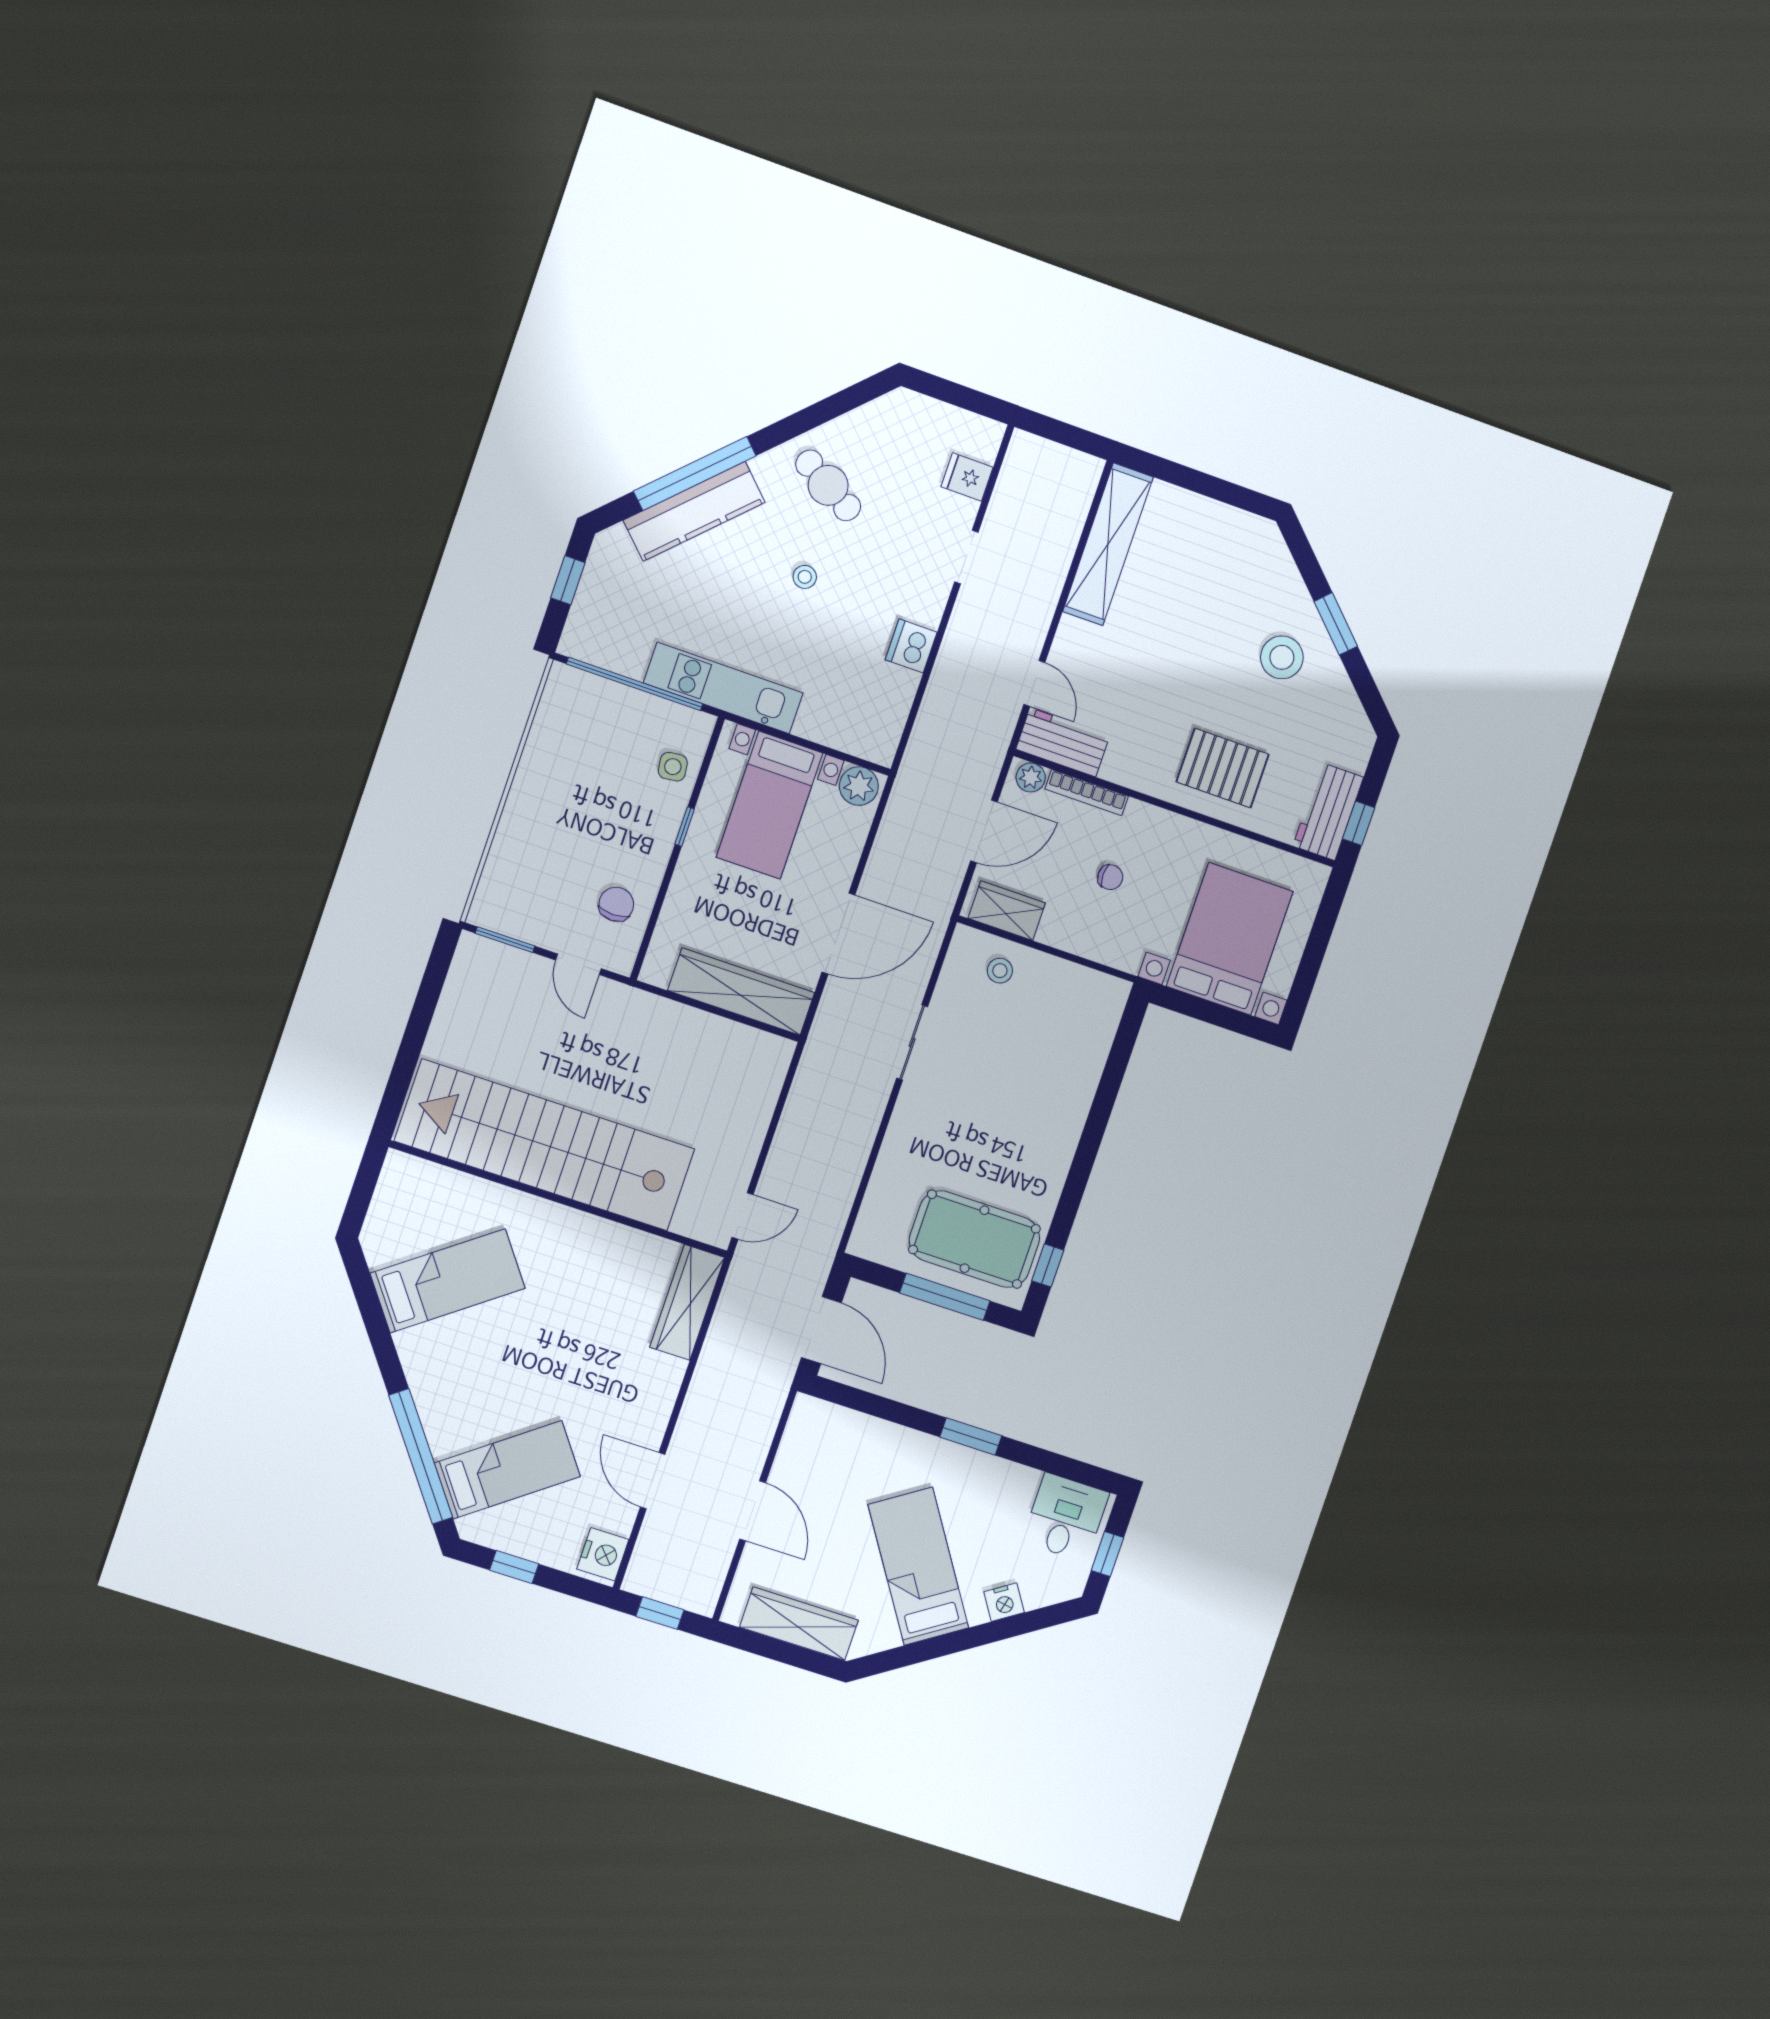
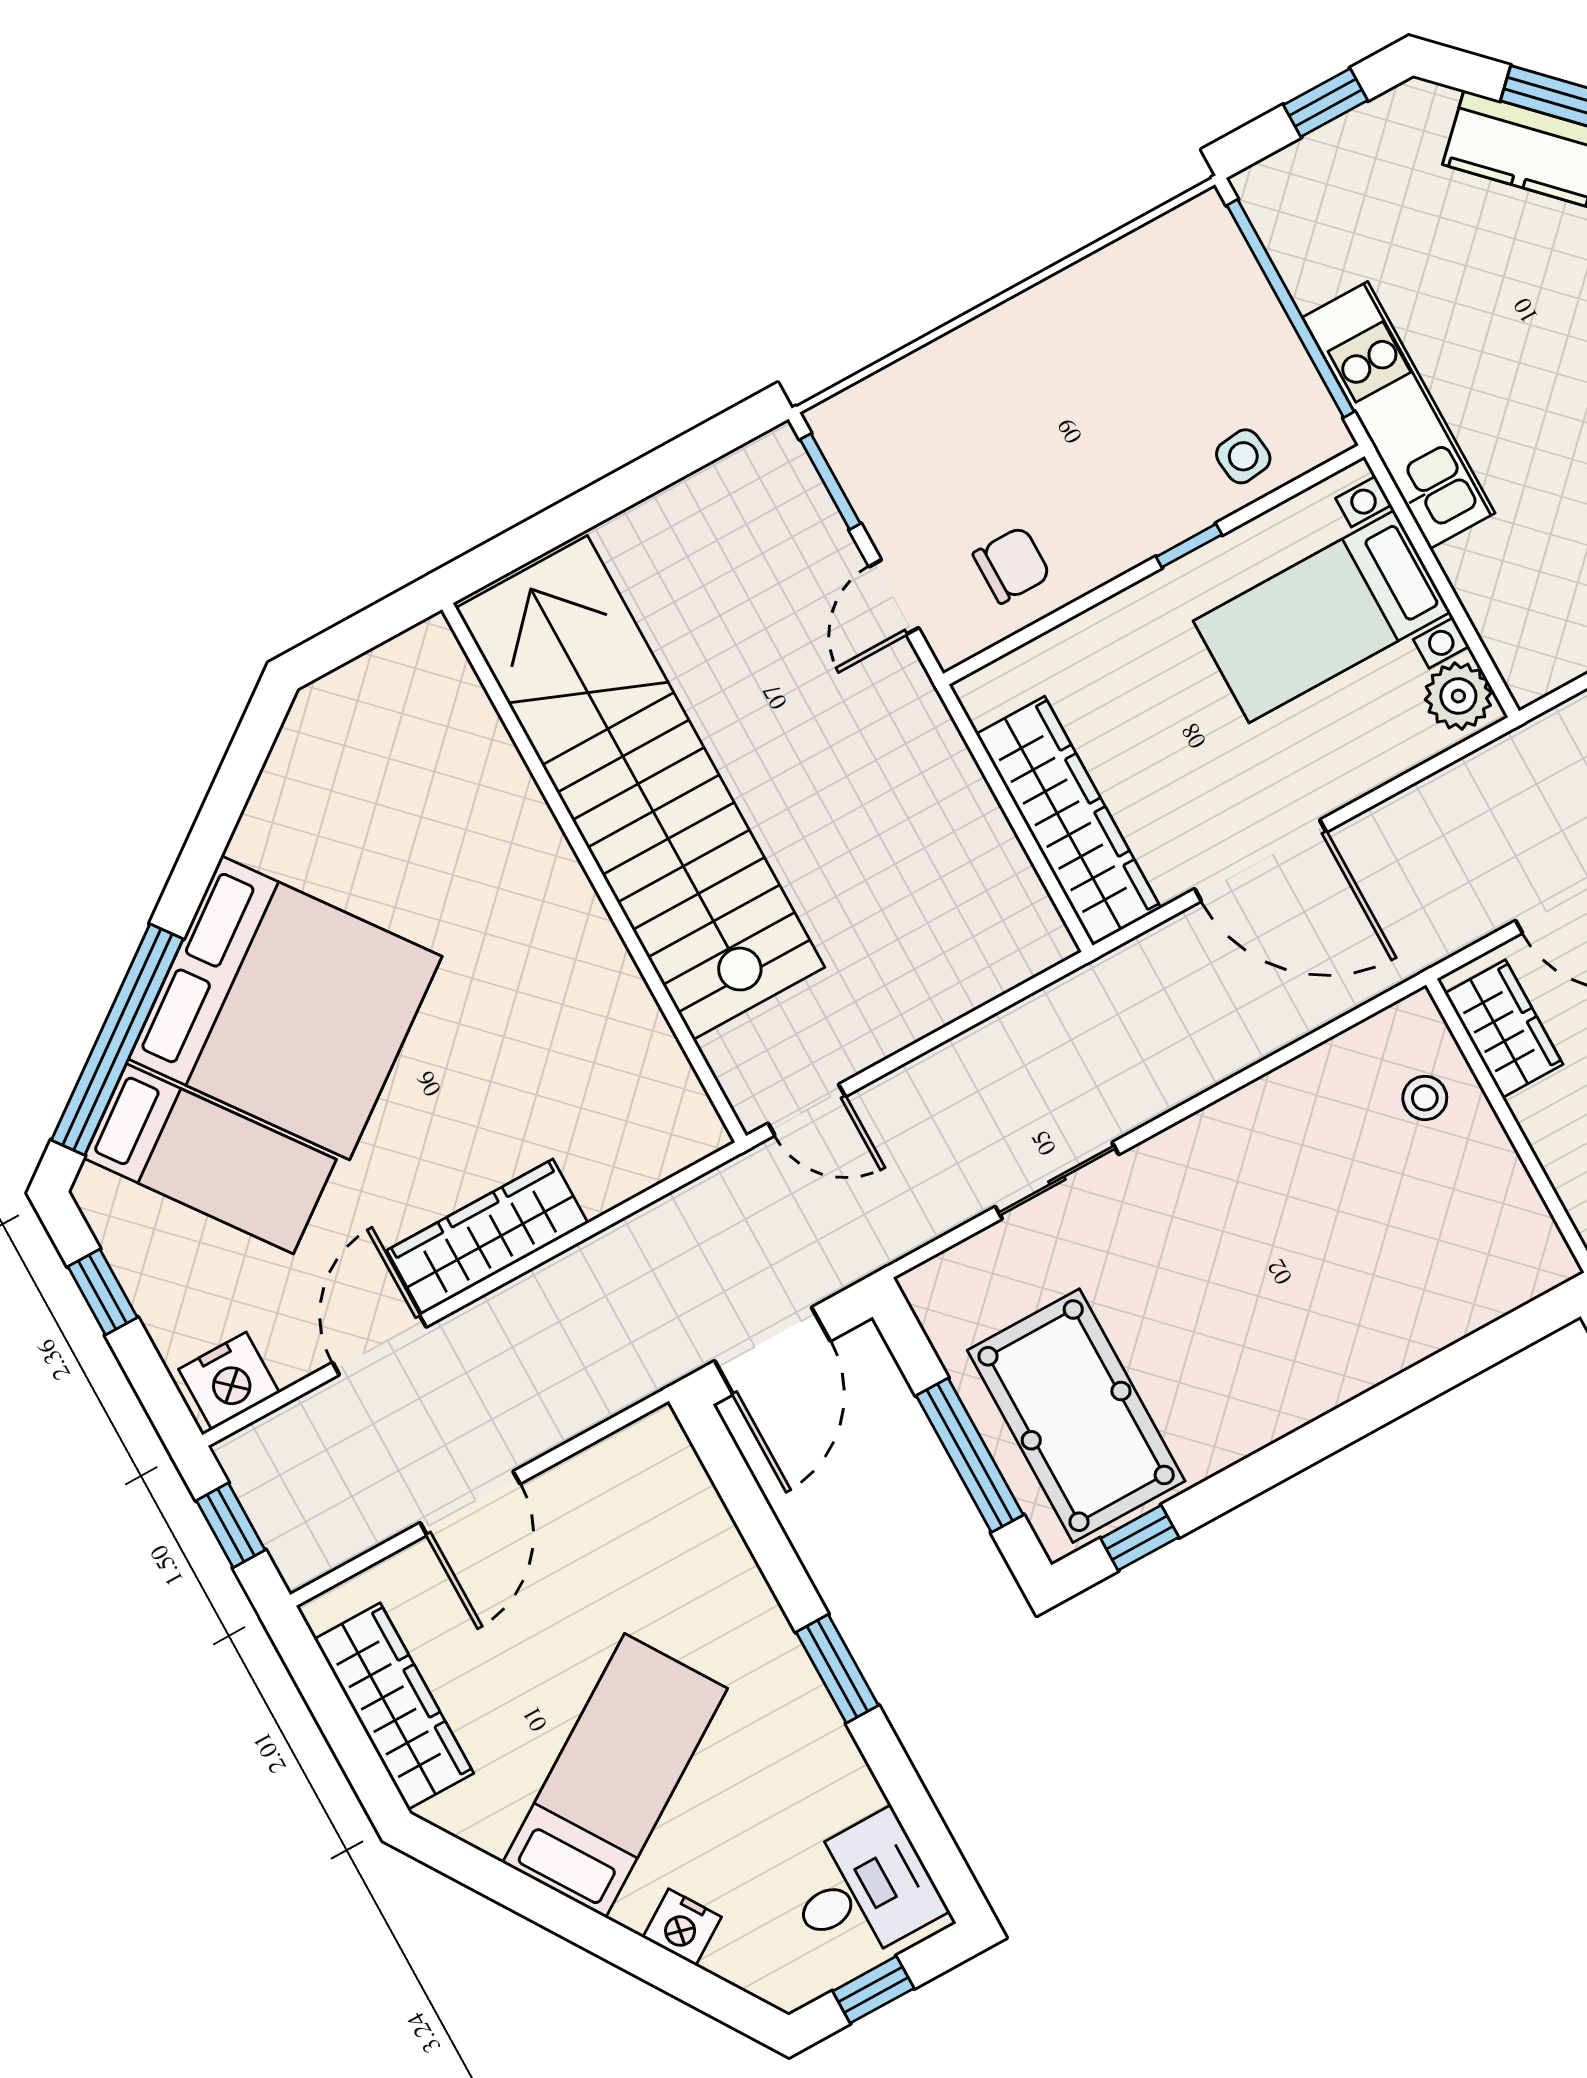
sliding door: (912, 1042) -> (1057, 1181), moved
bed: (448, 1281) -> (285, 1008), moved, width x2.04
wardrobe: (687, 1302) -> (487, 1237), moved

